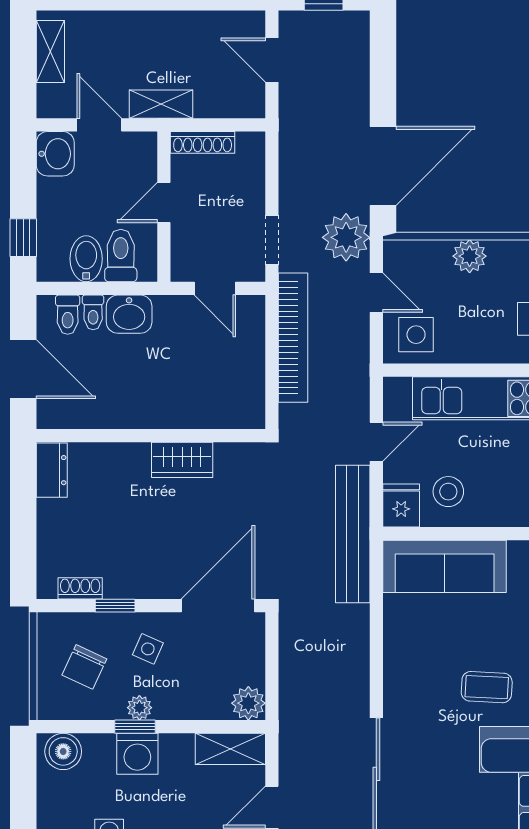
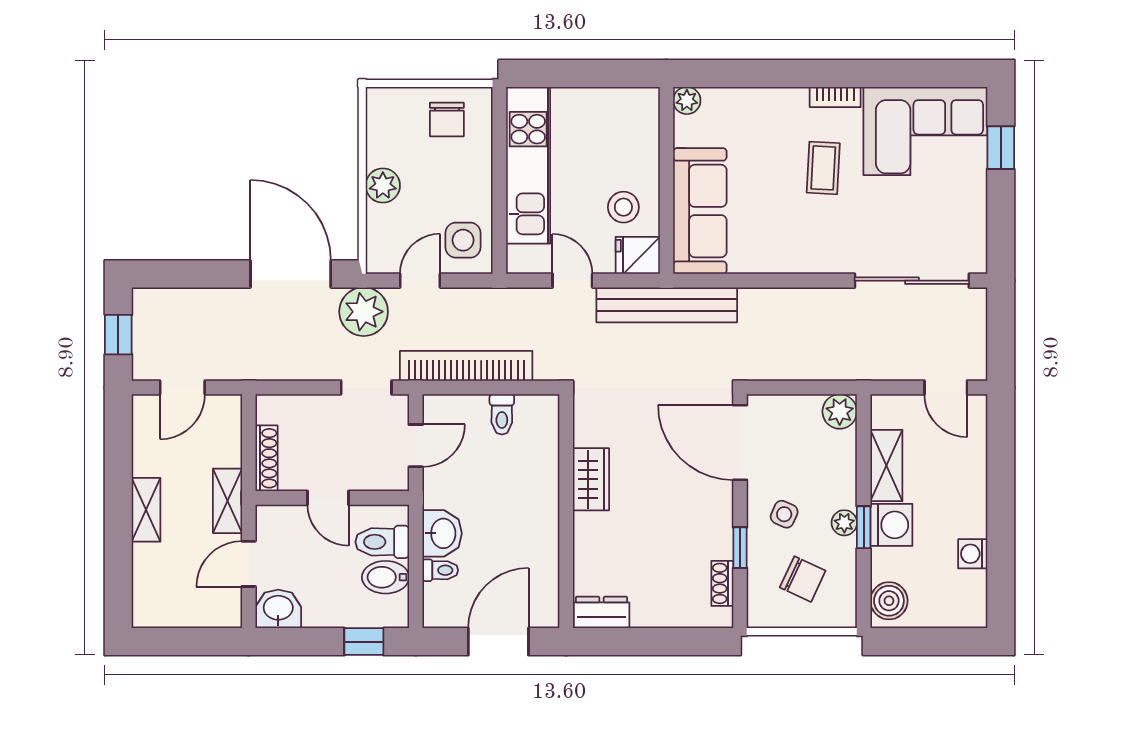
shelving: (50, 51) -> (146, 510), moved, turned 90
toilet: (68, 315) -> (502, 414), moved, turned 90
shelving: (230, 749) -> (886, 466), moved

